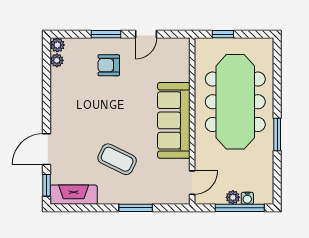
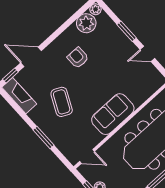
plant: (57, 60) -> (86, 23), width x1.87, depth x1.87
armchair: (109, 65) -> (78, 58), moved
sofa: (174, 120) -> (113, 114), width x0.73

